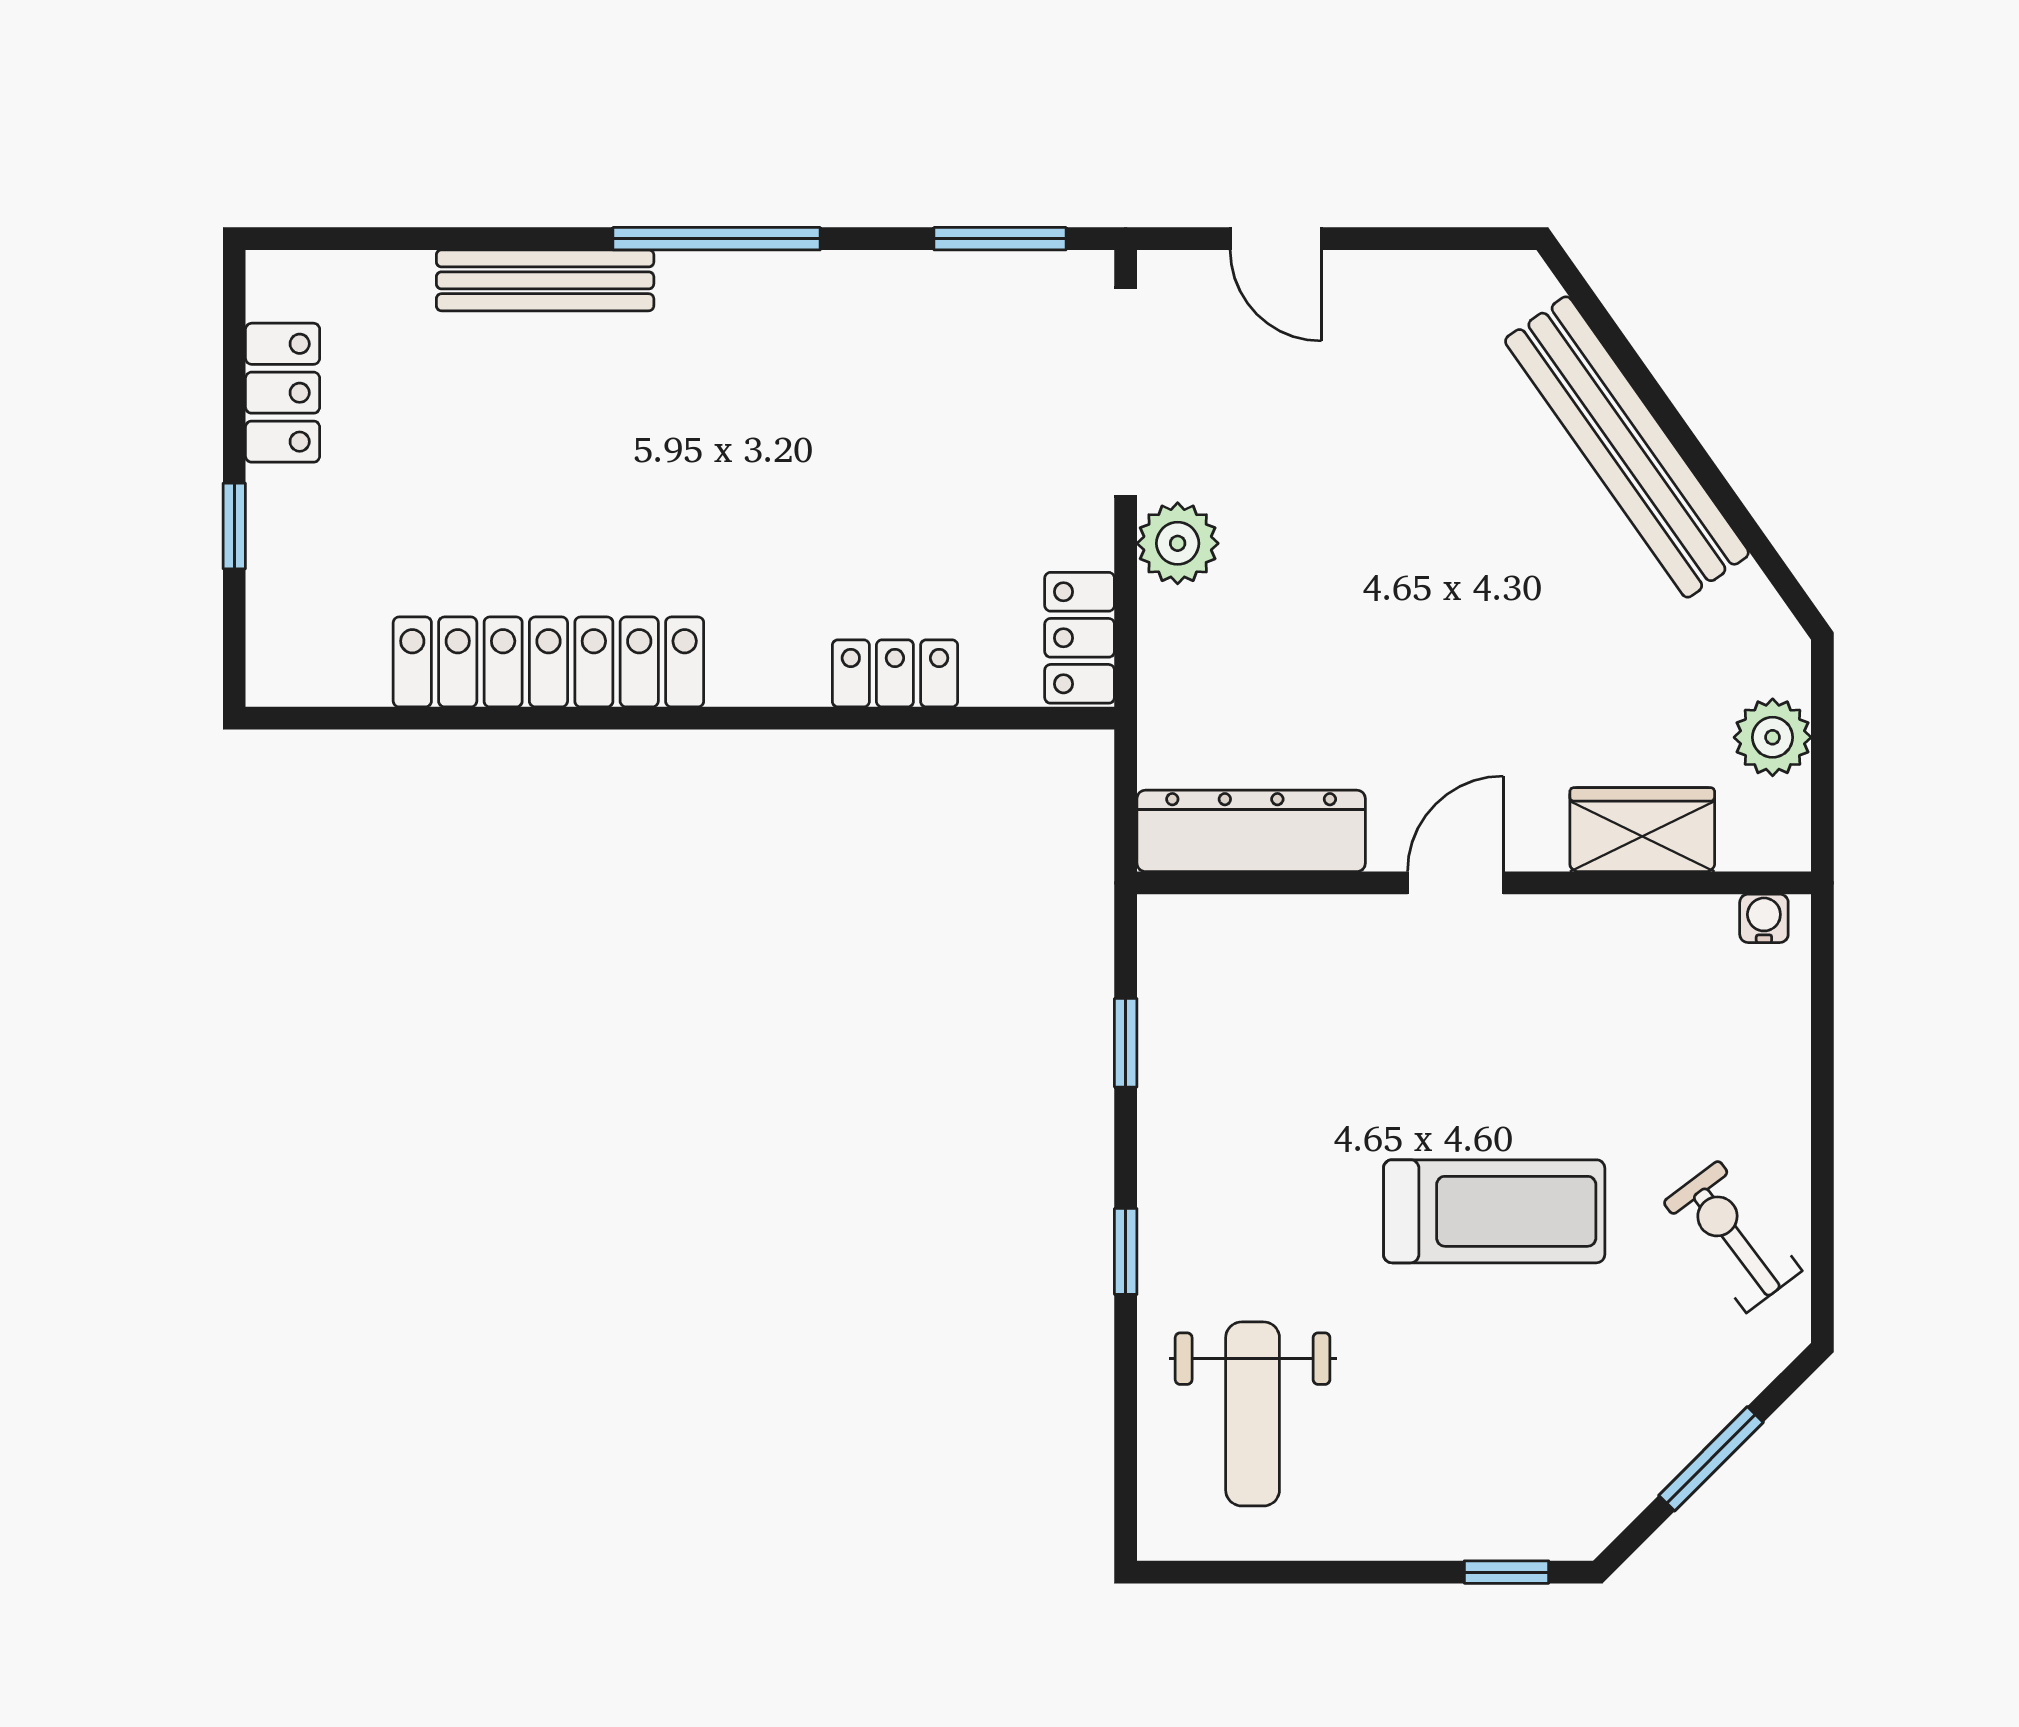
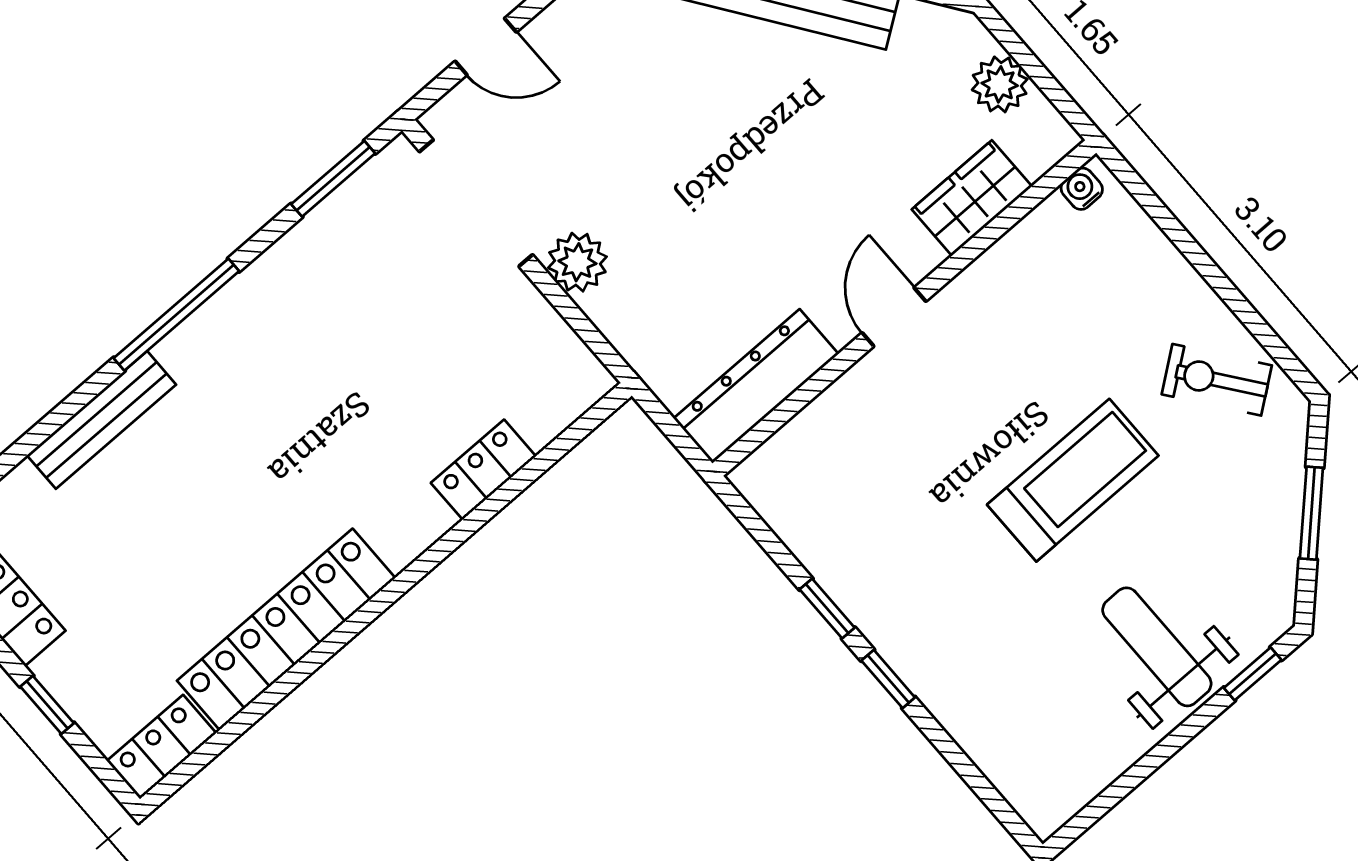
locker: (1080, 638) -> (162, 747), moved, turned 90
window: (1126, 1043) -> (827, 609), moved
weight bench: (1253, 1414) -> (1157, 647), moved, turned 180

